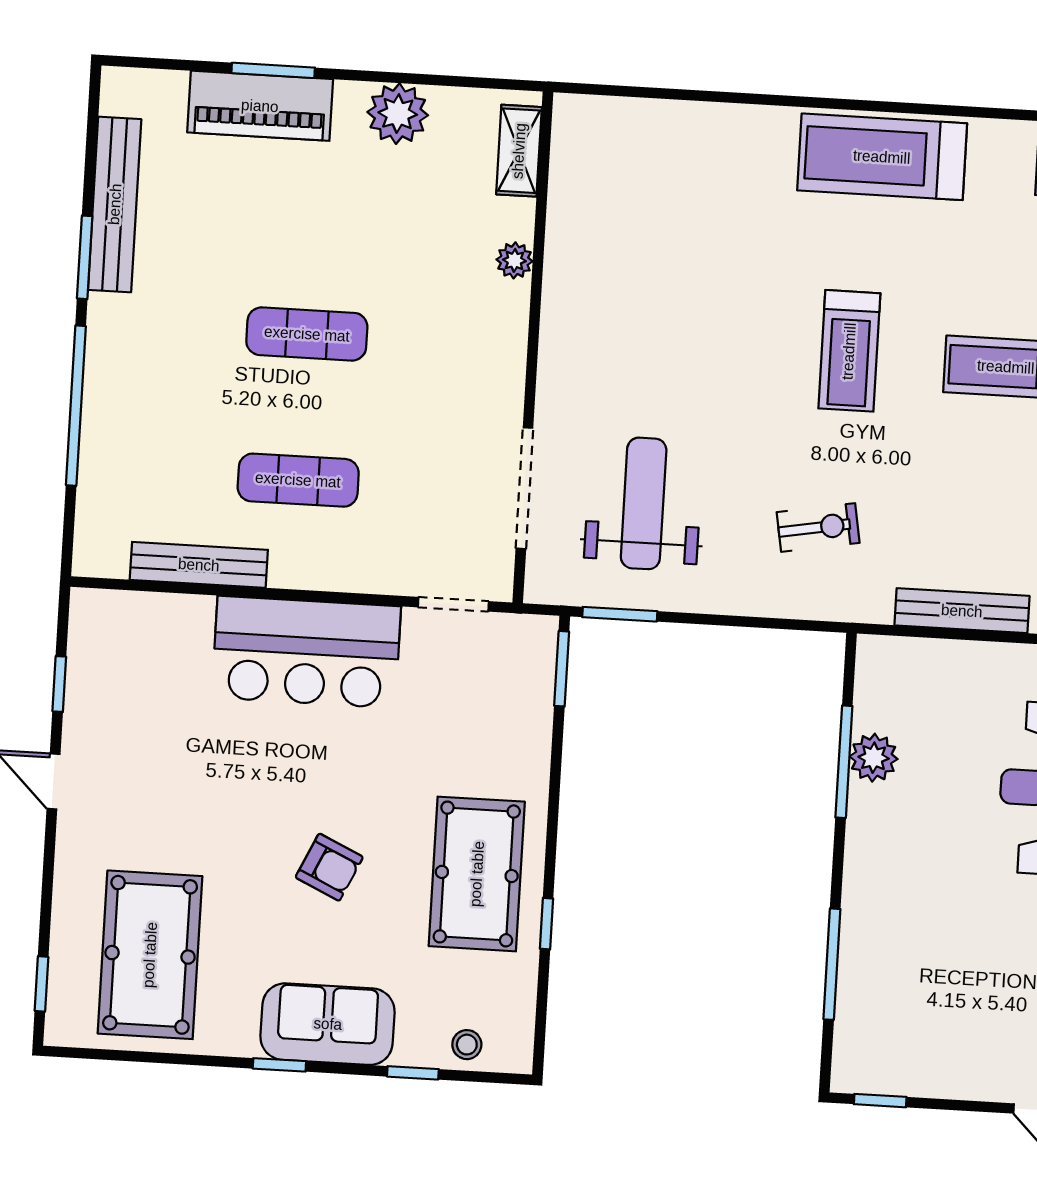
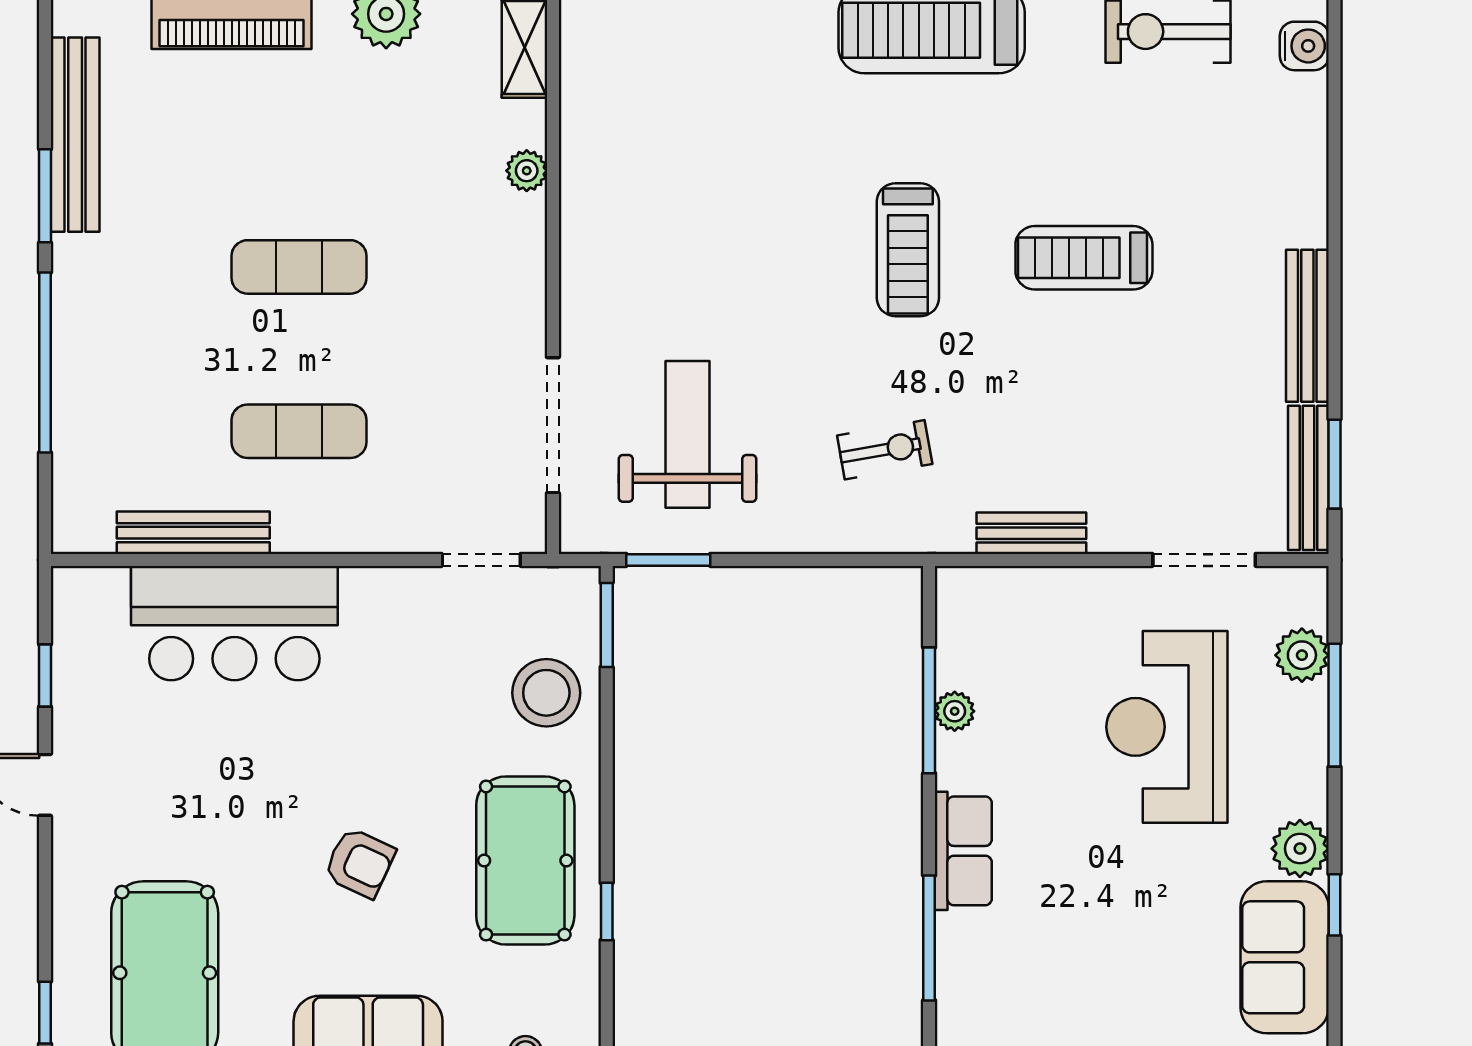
bench: (962, 611) -> (1031, 533), width x0.73
bar counter: (306, 652) -> (234, 623), moved
stool: (504, 726) -> (546, 693), added
plant: (874, 758) -> (955, 711), width x0.73, depth x0.73
row of seats: (867, 889) -> (963, 851), added

